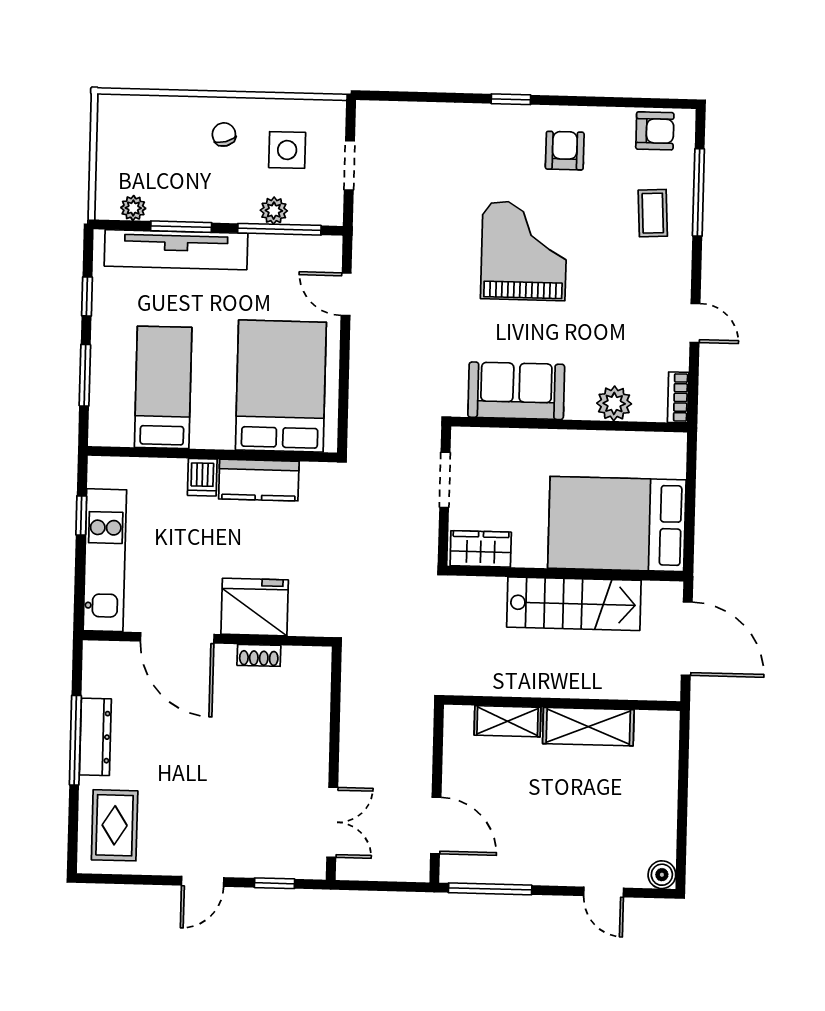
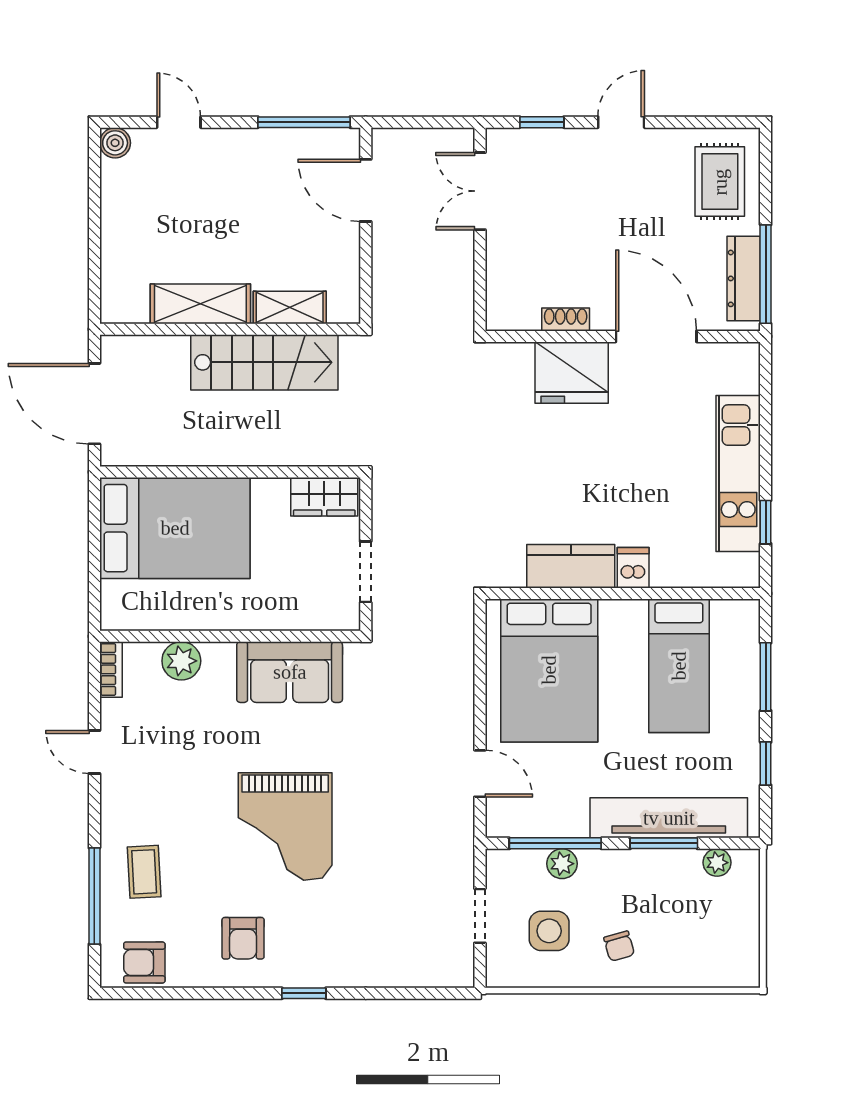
stairs: (574, 604) -> (264, 362), moved, turned 180
fridge: (255, 607) -> (572, 373), moved
door: (177, 638) -> (656, 336), moved
wall: (208, 639) -> (623, 336), moved
shoe rack: (259, 655) -> (566, 319), moved

